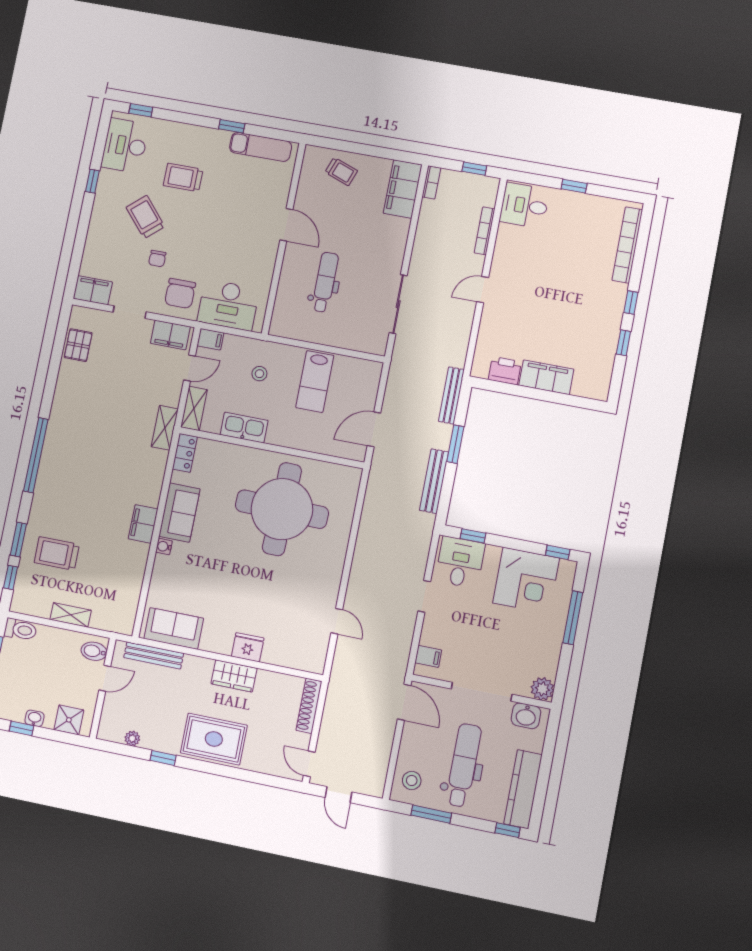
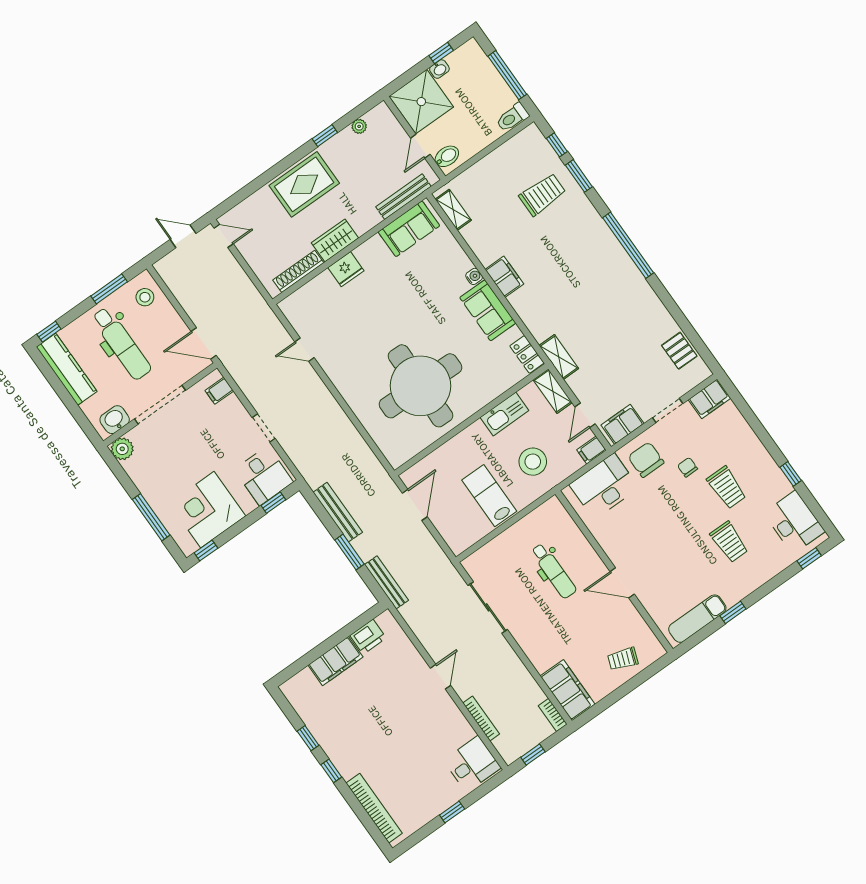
trolley: (183, 177) -> (729, 542), turned 90
trolley: (145, 217) -> (727, 487), turned 41
stool: (259, 374) -> (533, 462), width x1.89, depth x1.89
shelving: (71, 615) -> (453, 210), moved, turned 90
shoe rack: (309, 706) -> (298, 271), moved, turned -90
shower: (69, 720) -> (421, 102), width x1.86, depth x1.86

